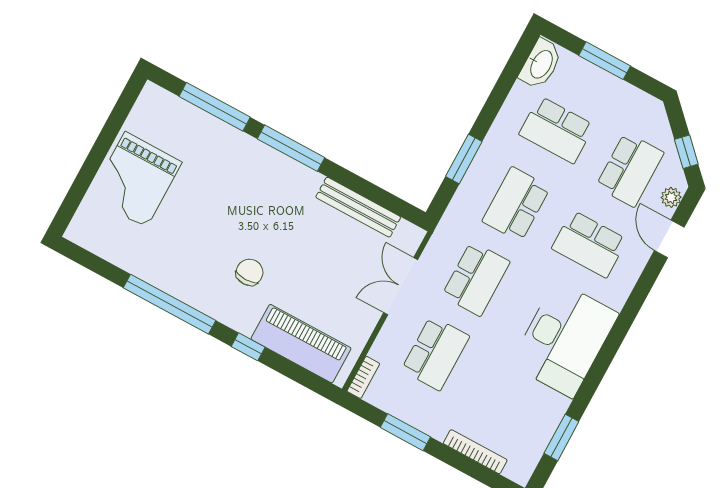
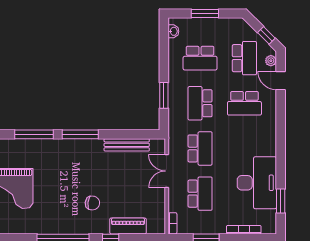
washbasin: (541, 64) -> (173, 31), width x0.52, depth x0.69
chair: (250, 272) -> (92, 203), turned 97
desk: (564, 339) -> (257, 183), moved
piano: (301, 344) -> (128, 226), width x0.73, depth x0.75

